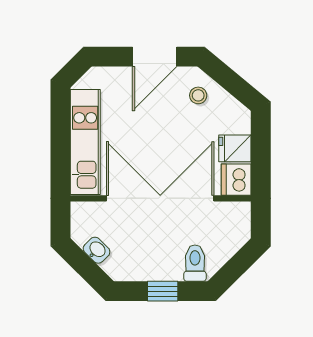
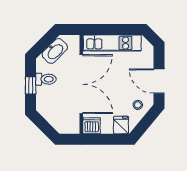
fridge: (235, 148) -> (121, 125), moved
washbasin: (97, 250) -> (55, 51), width x1.91, depth x1.45
toilet: (195, 263) -> (46, 79), moved

